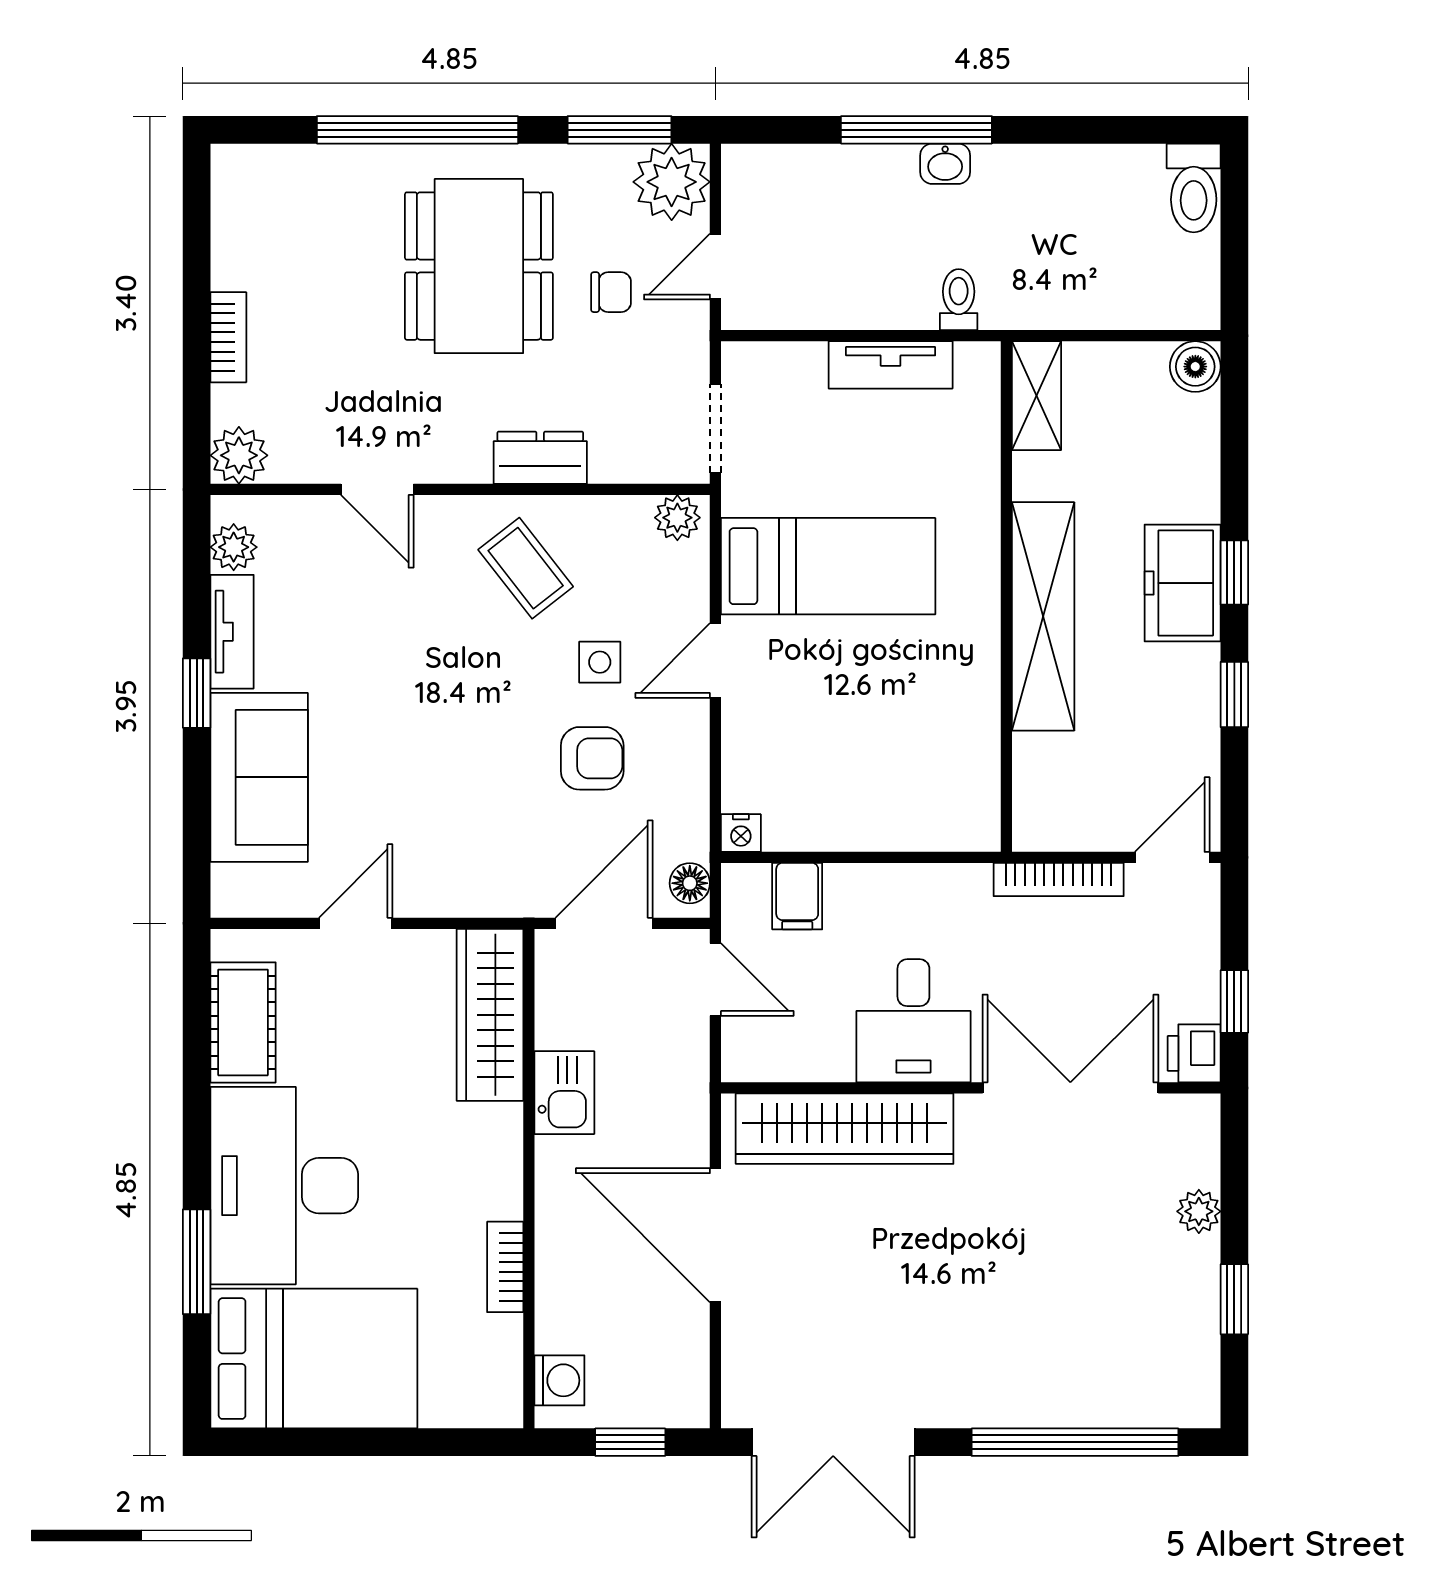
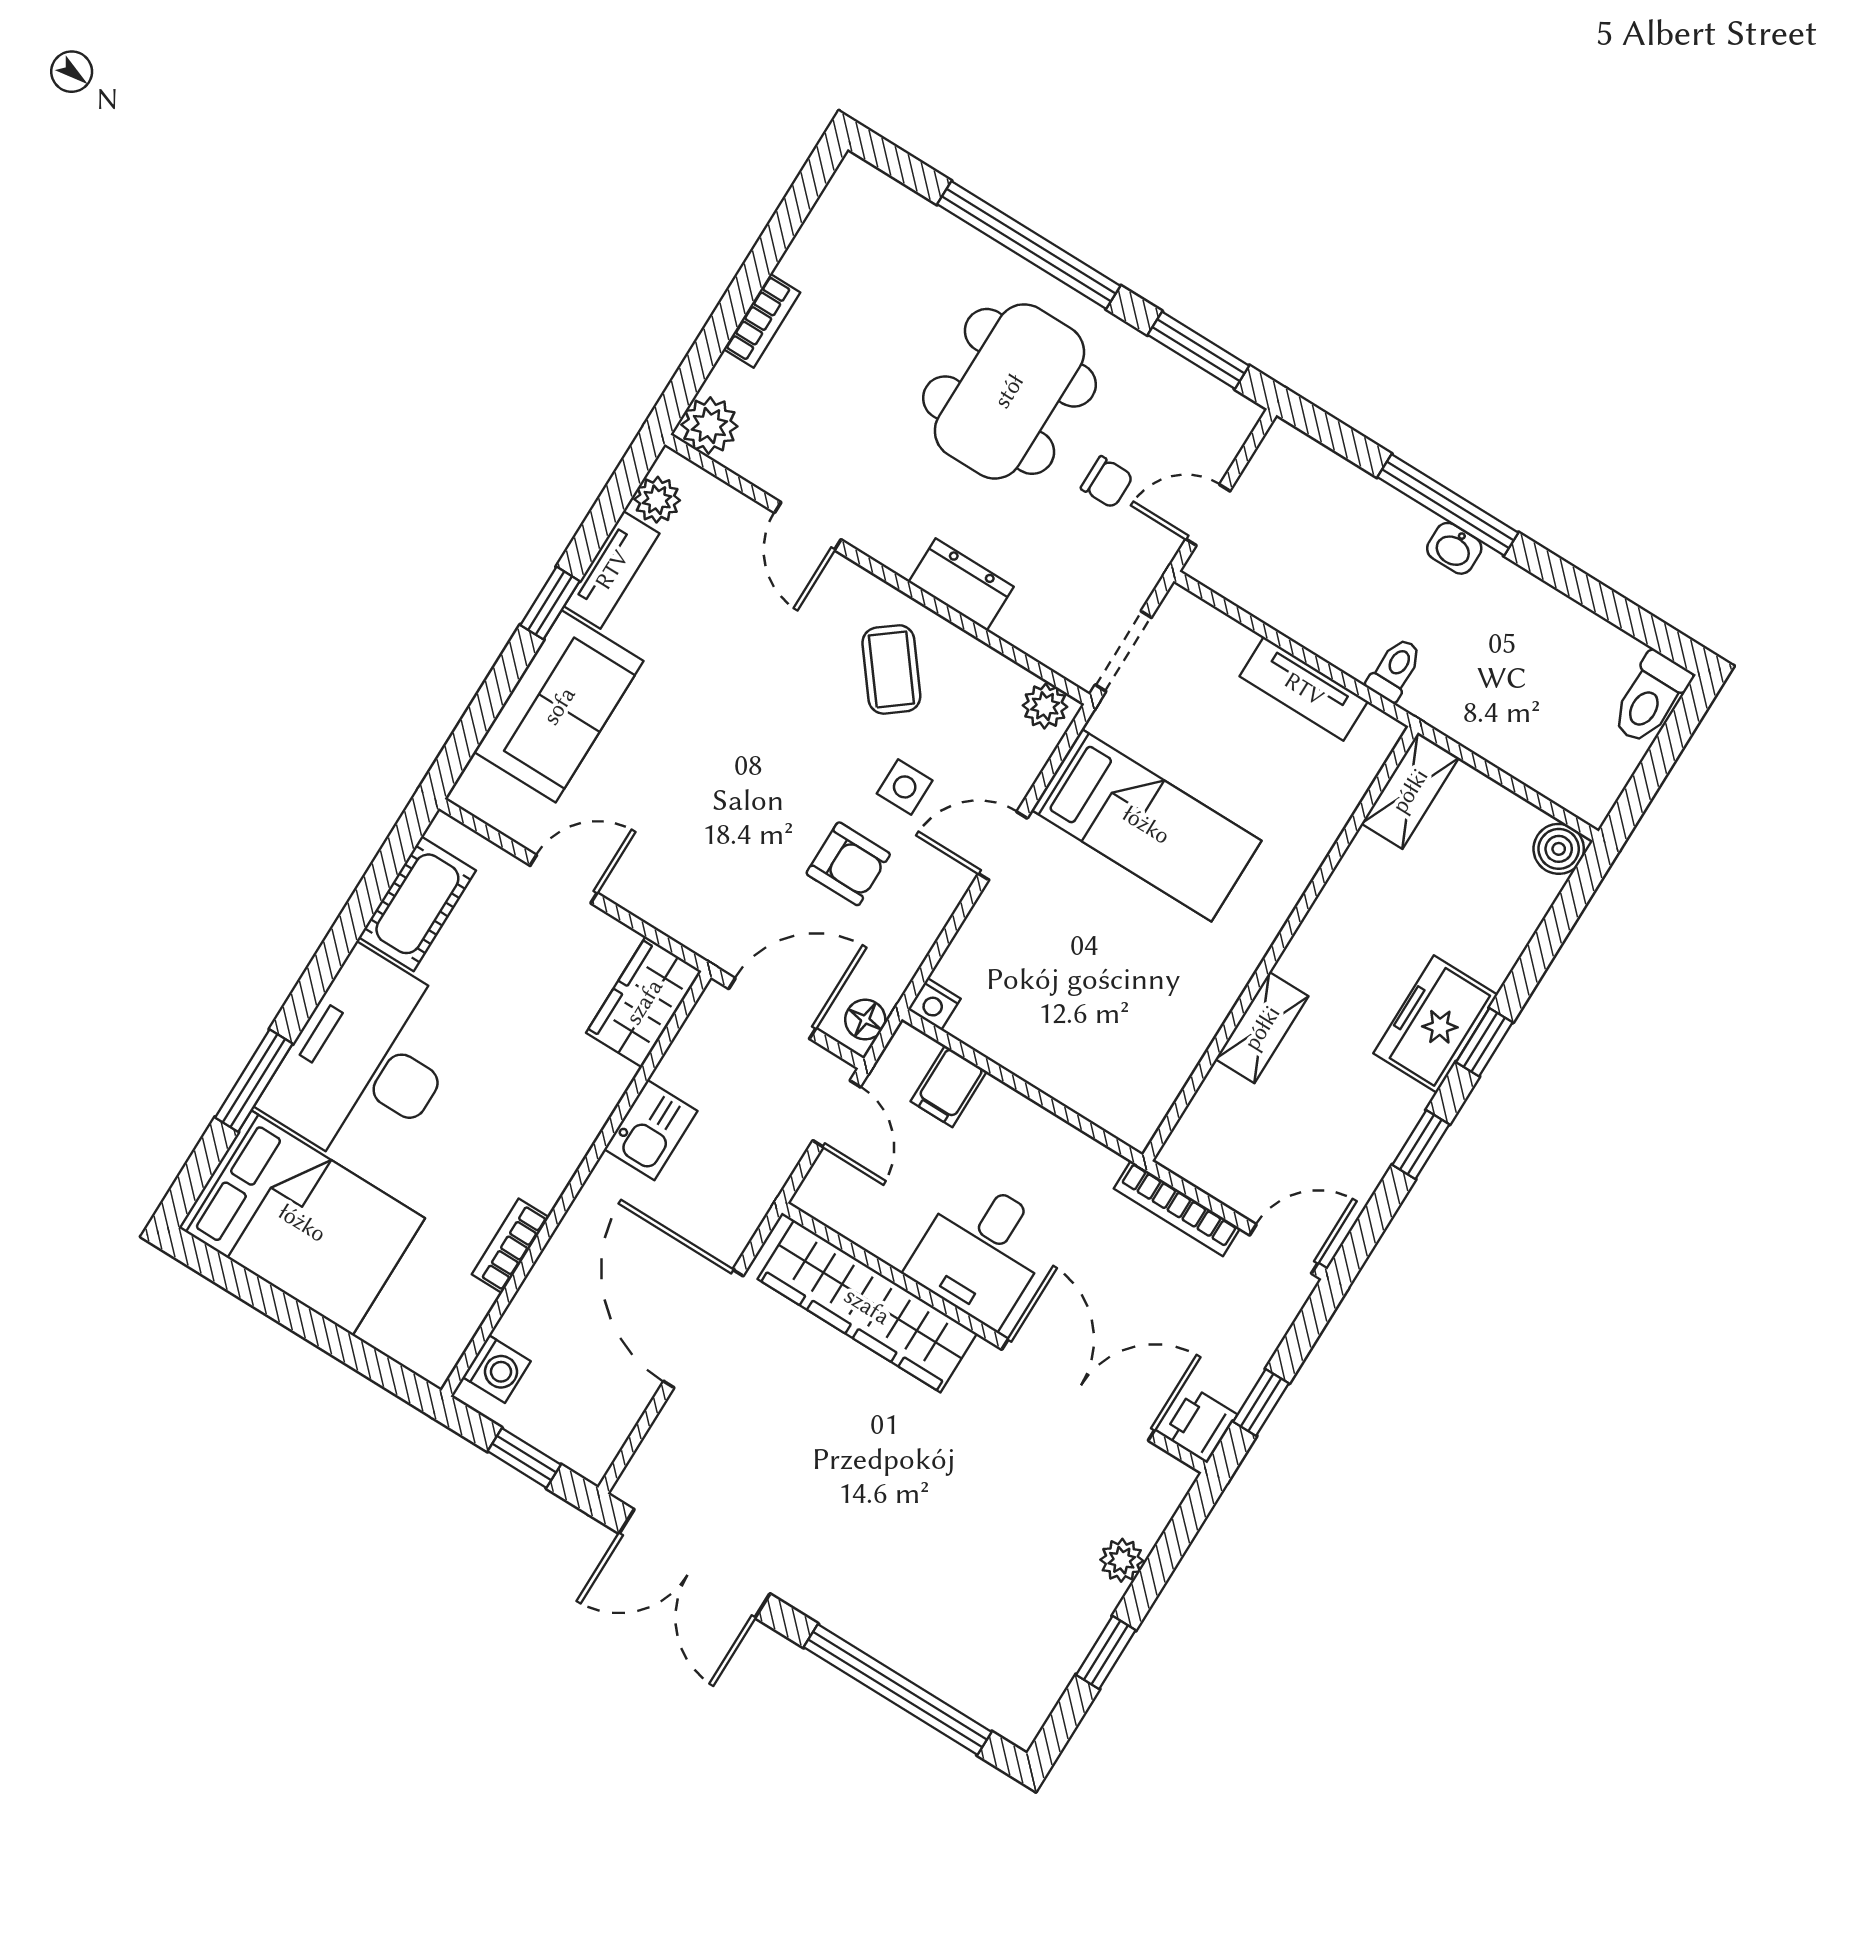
plant: (672, 182) -> (1215, 421), removed
shelving: (1043, 616) -> (1262, 1028), width x0.45, depth x0.75
wardrobe: (490, 1015) -> (644, 1002), width x0.67

